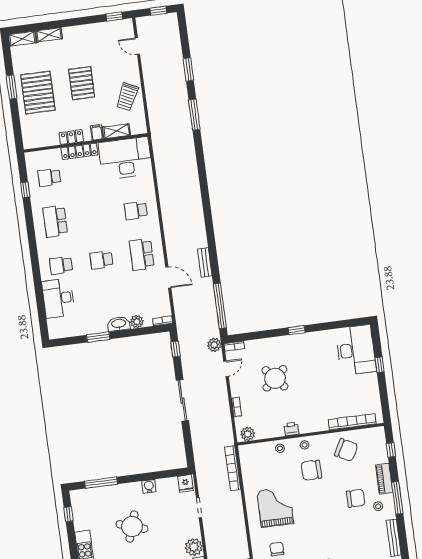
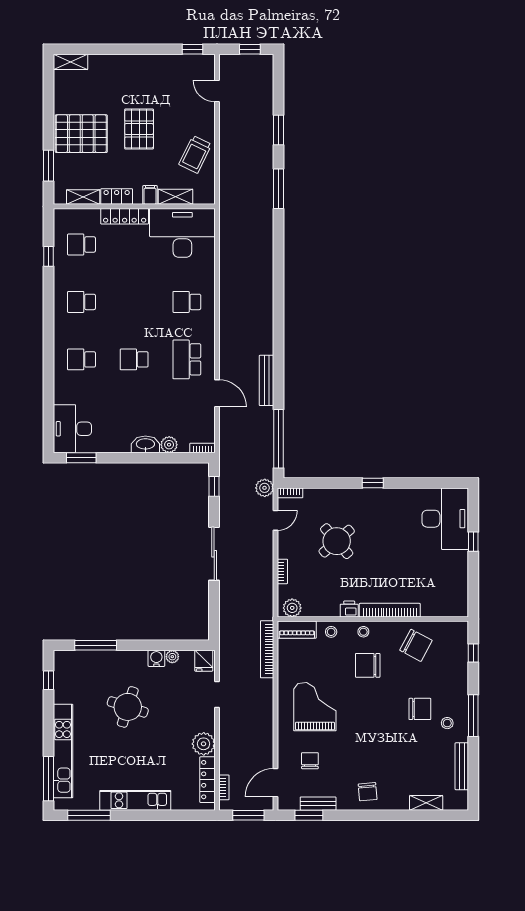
shelving: (49, 35) -> (83, 197), moved
window: (12, 87) -> (48, 166), moved
pallet: (38, 93) -> (81, 134), turned 90
school desk: (55, 221) -> (82, 302), width x0.54
bench: (205, 262) -> (266, 380), width x1.36
desk: (58, 298) -> (72, 429), moved
window: (98, 337) -> (81, 458), moved
bookcase: (352, 422) -> (390, 610), moved
piano: (384, 479) -> (297, 630), moved, turned -90
plant: (161, 483) -> (172, 657), added

